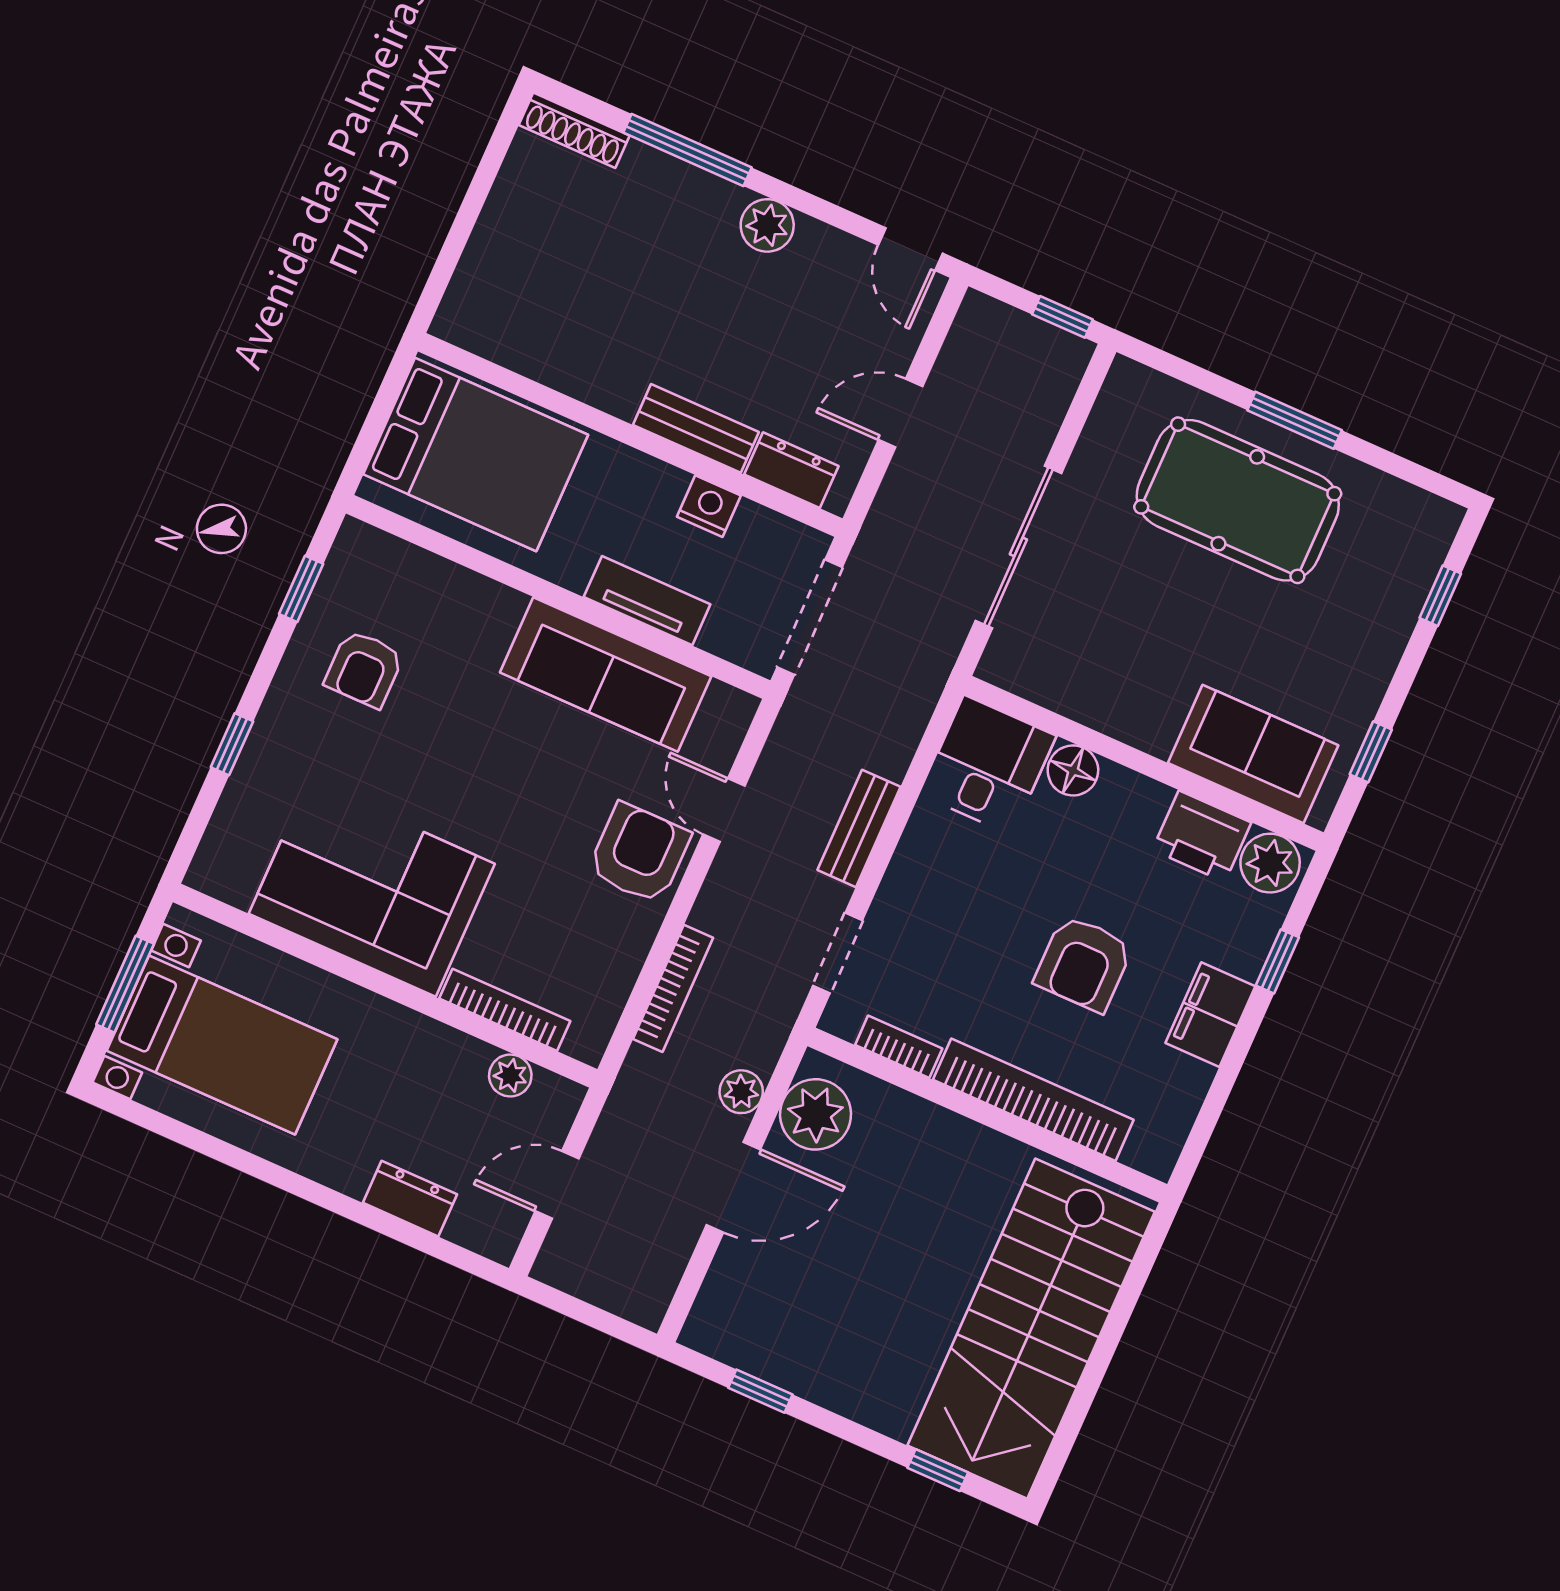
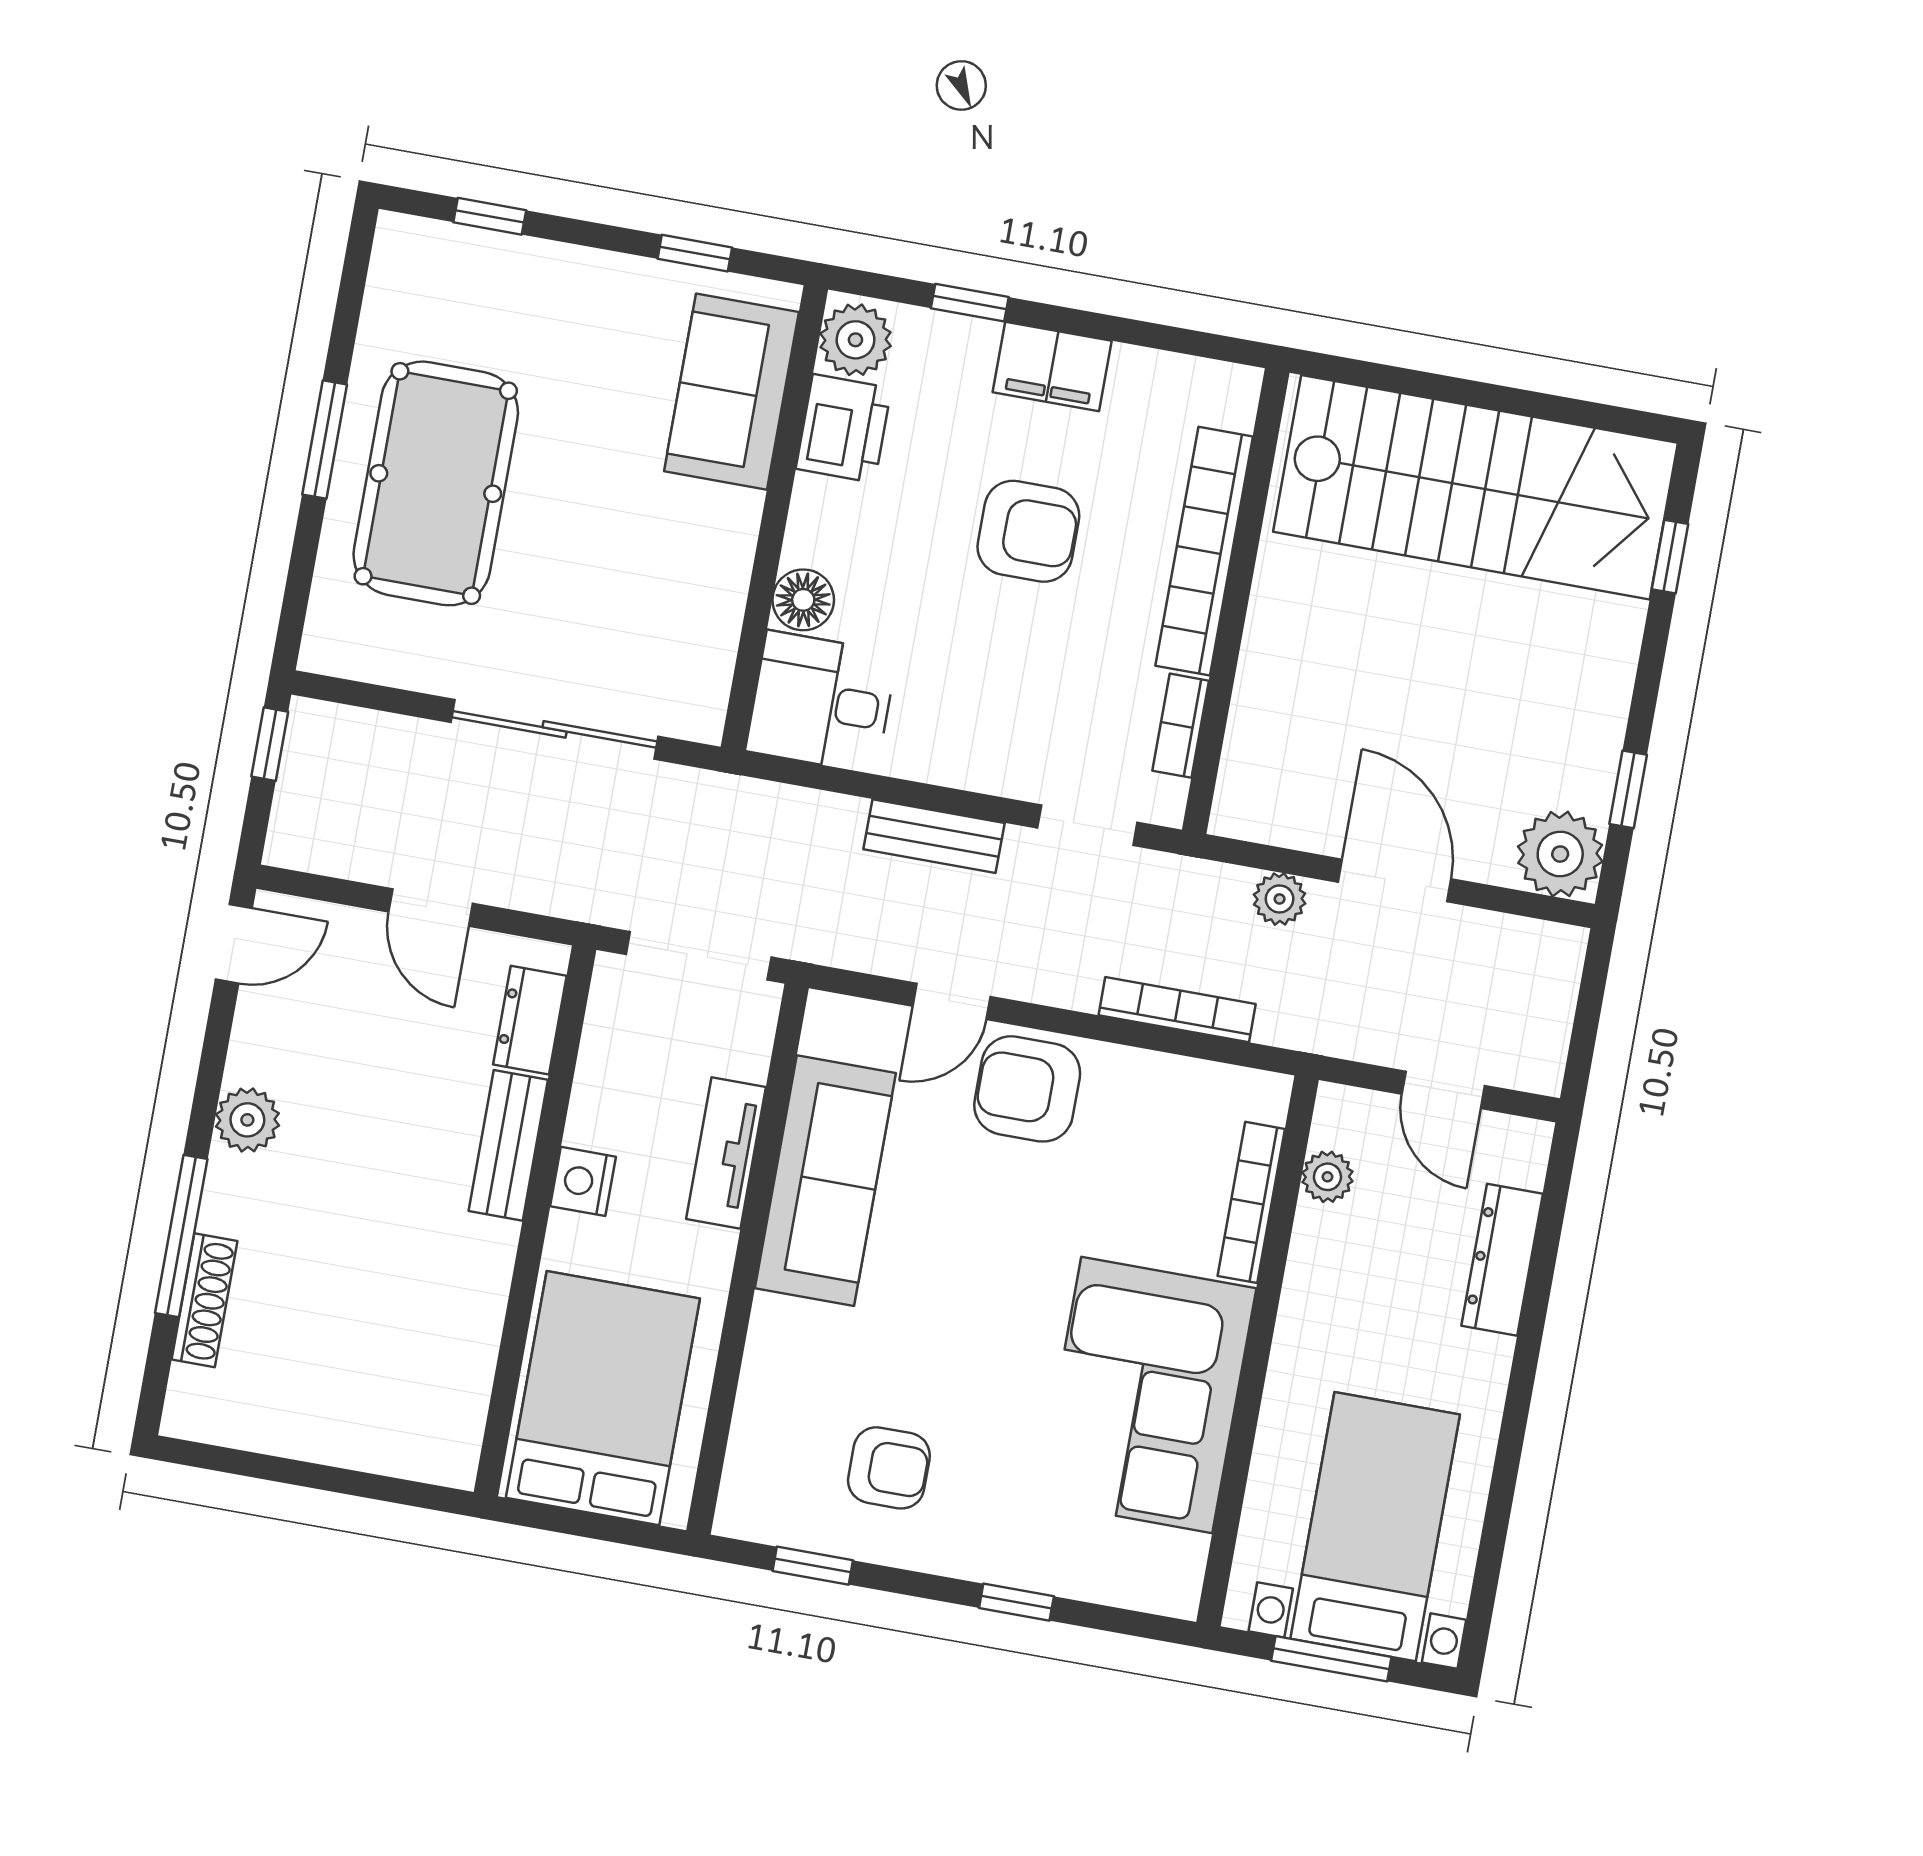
shoe rack: (574, 130) -> (204, 1300), moved
nightstand: (709, 506) -> (583, 1181), moved
plant: (816, 1114) -> (1560, 854), moved
dresser: (410, 1199) -> (1502, 1260), width x1.44

